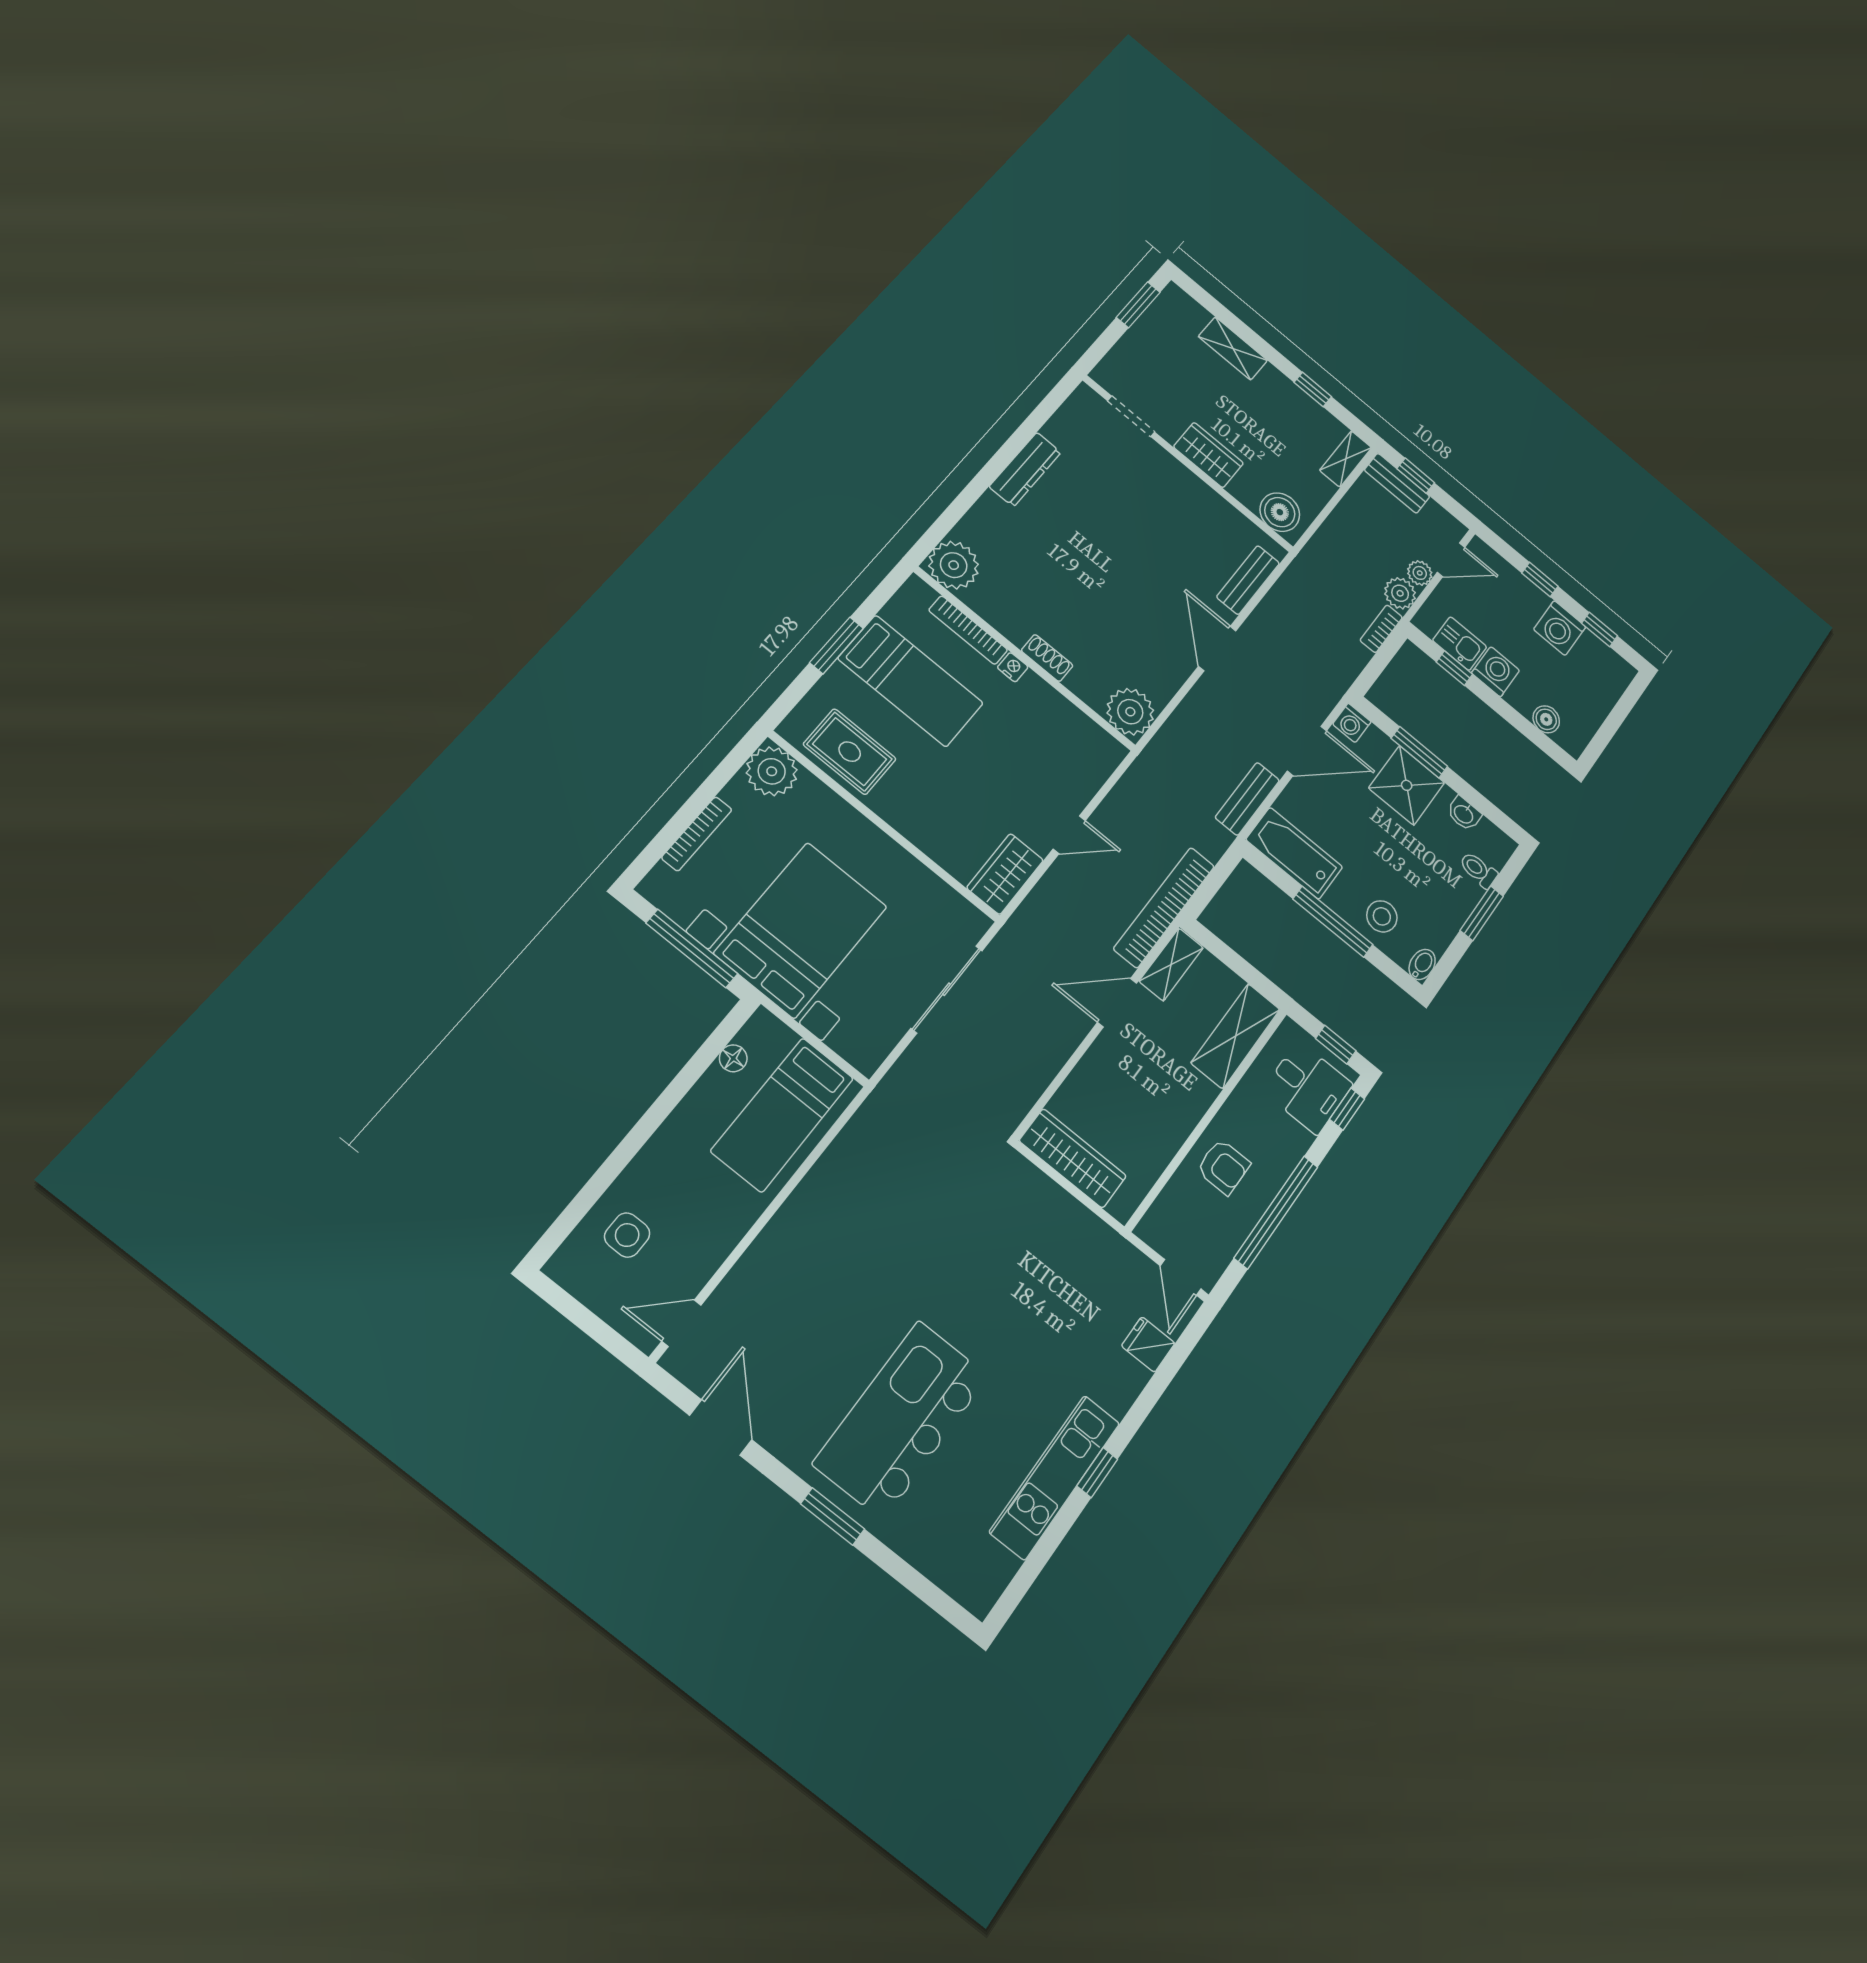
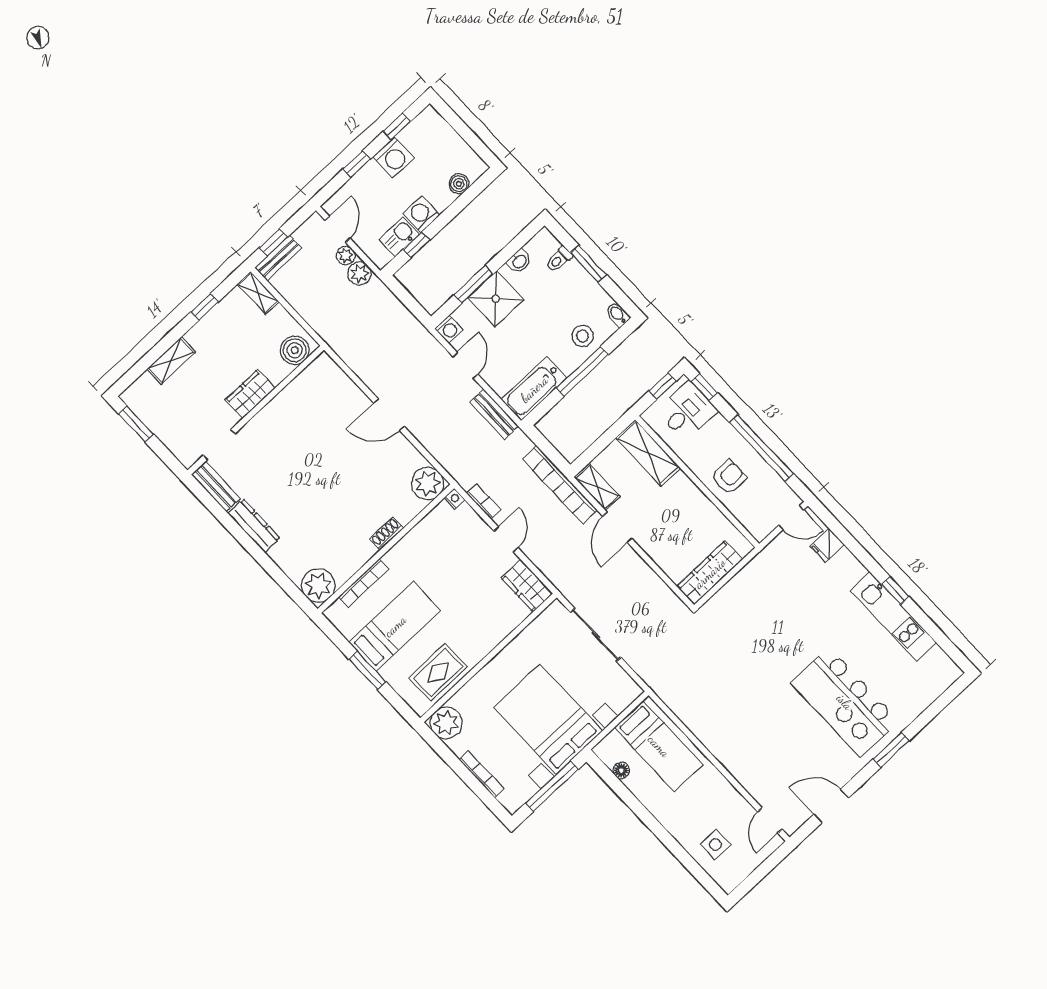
bench: (1248, 580) -> (216, 487), moved
bookcase: (1381, 629) -> (484, 501), moved, turned 180
nightstand: (1013, 667) -> (454, 499), moved, turned 90
door: (1307, 751) -> (465, 365), width x0.73

